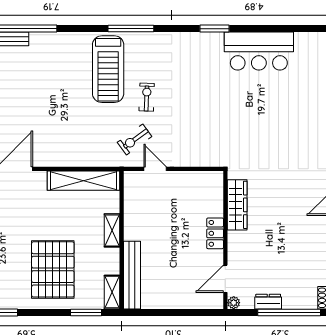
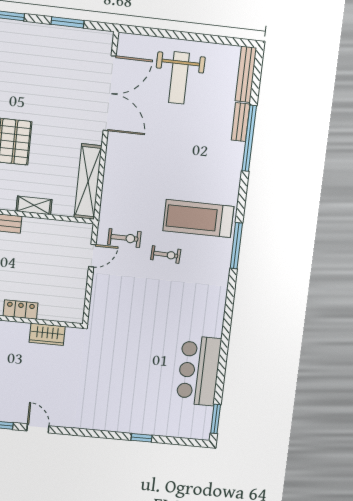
window: (214, 29) -> (216, 419), moved
exercise bike: (135, 139) -> (124, 238), turned 126
wardrobe: (237, 205) -> (47, 334), width x0.67

